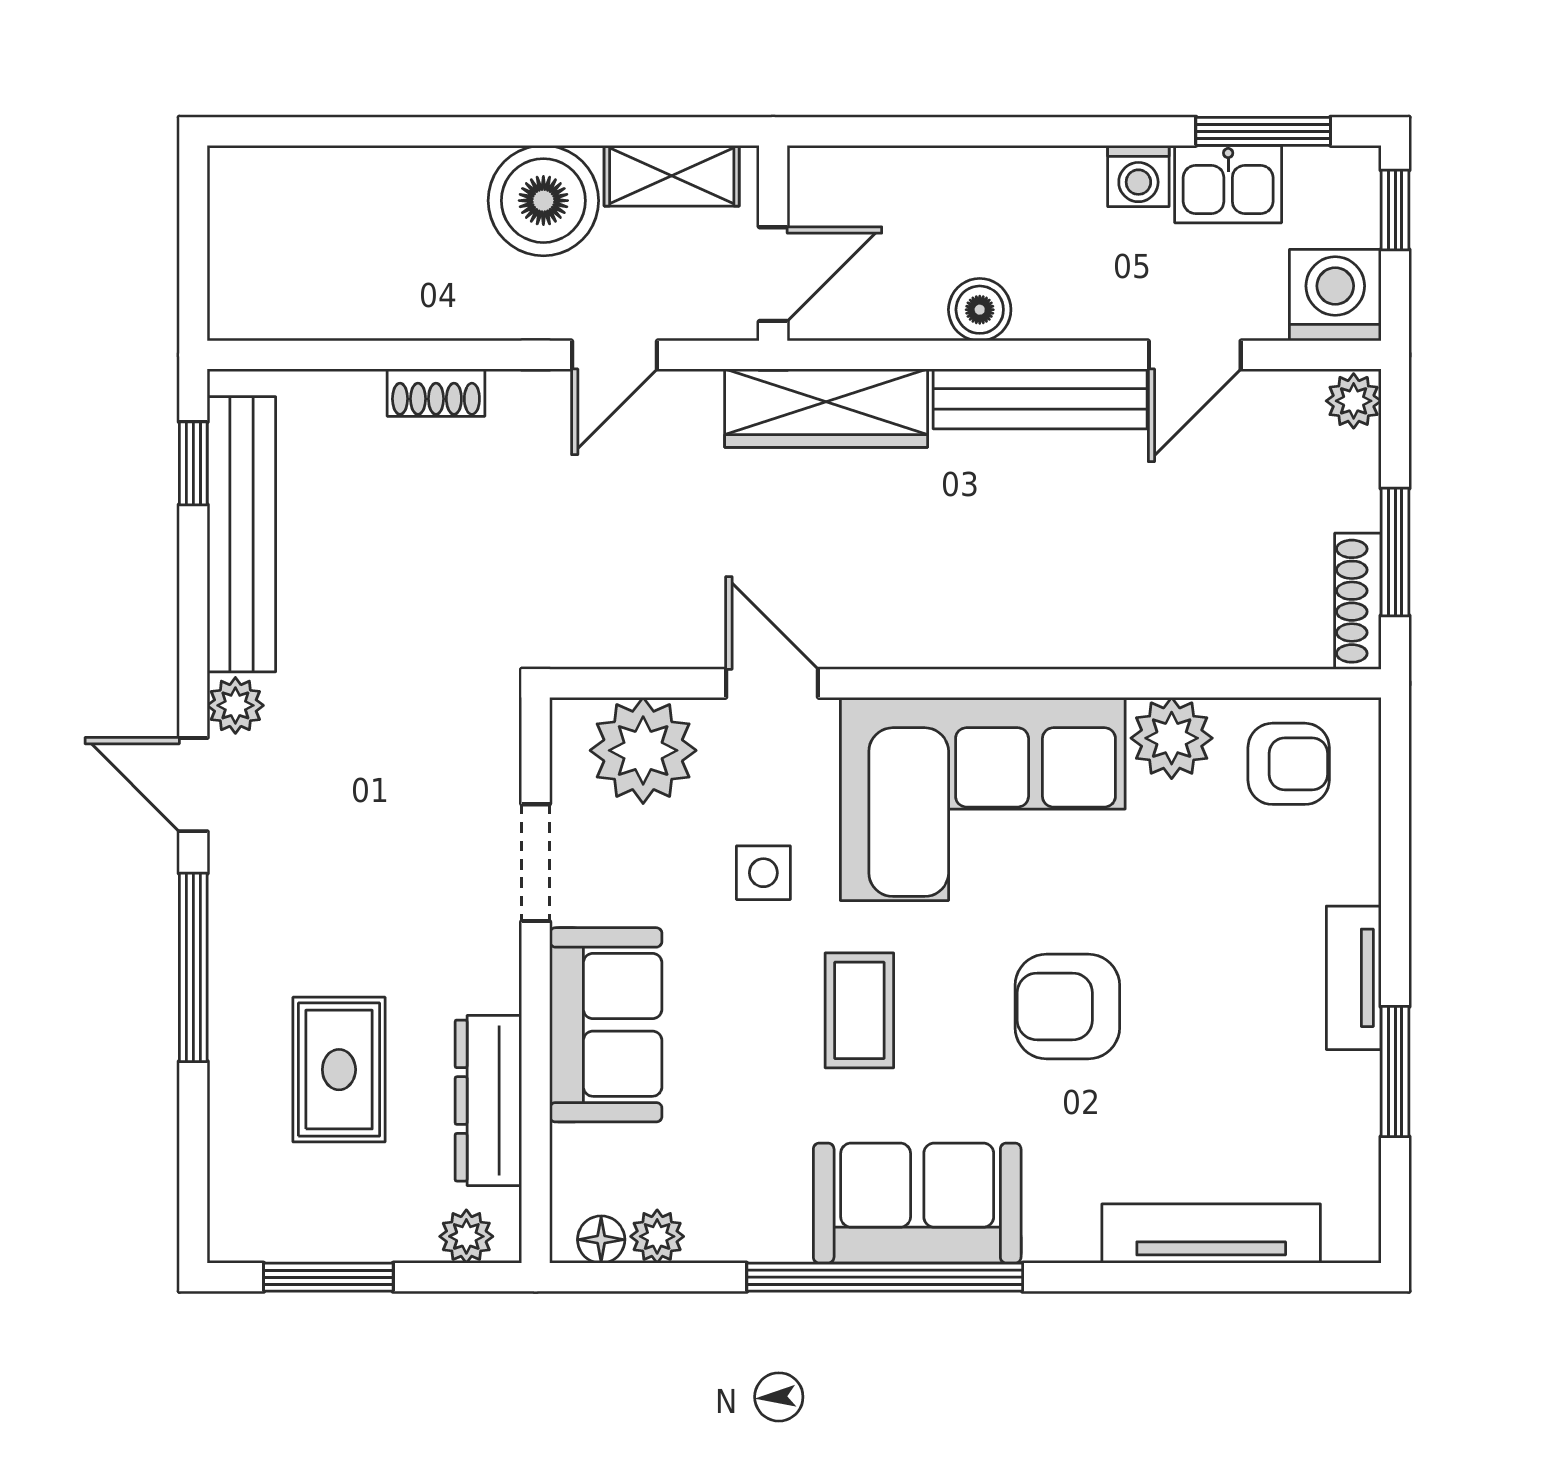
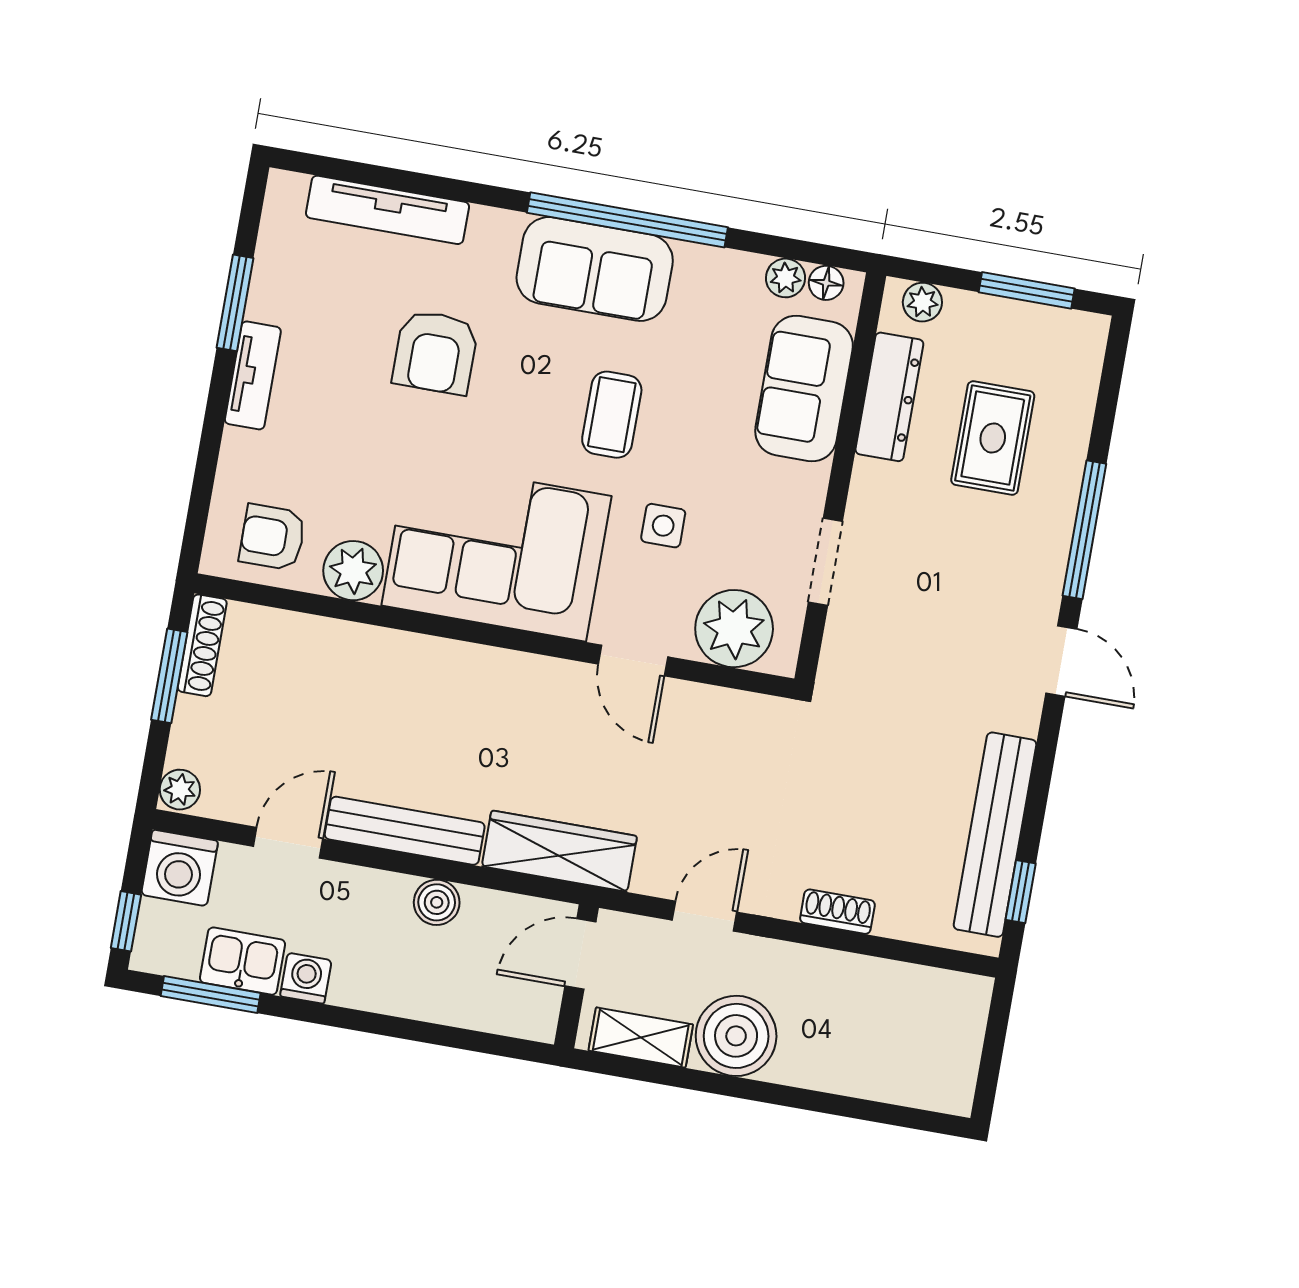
plant: (235, 705) -> (1021, 712), removed
armchair: (1067, 1006) -> (435, 352), moved, turned 90
sofa: (606, 1025) -> (804, 389), moved

